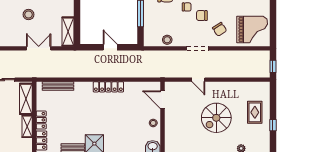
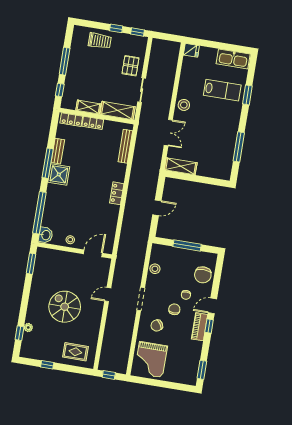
stool: (29, 15) -> (184, 105), moved
locker: (108, 87) -> (117, 193), width x0.66
rug: (255, 112) -> (75, 352), moved

